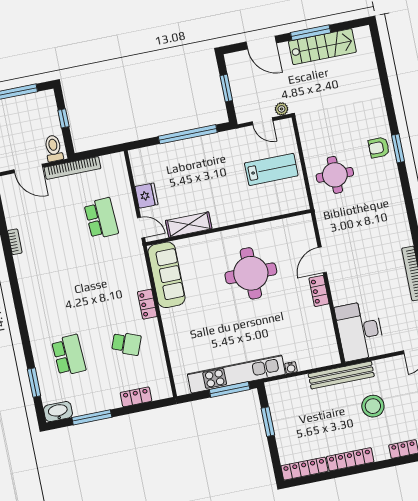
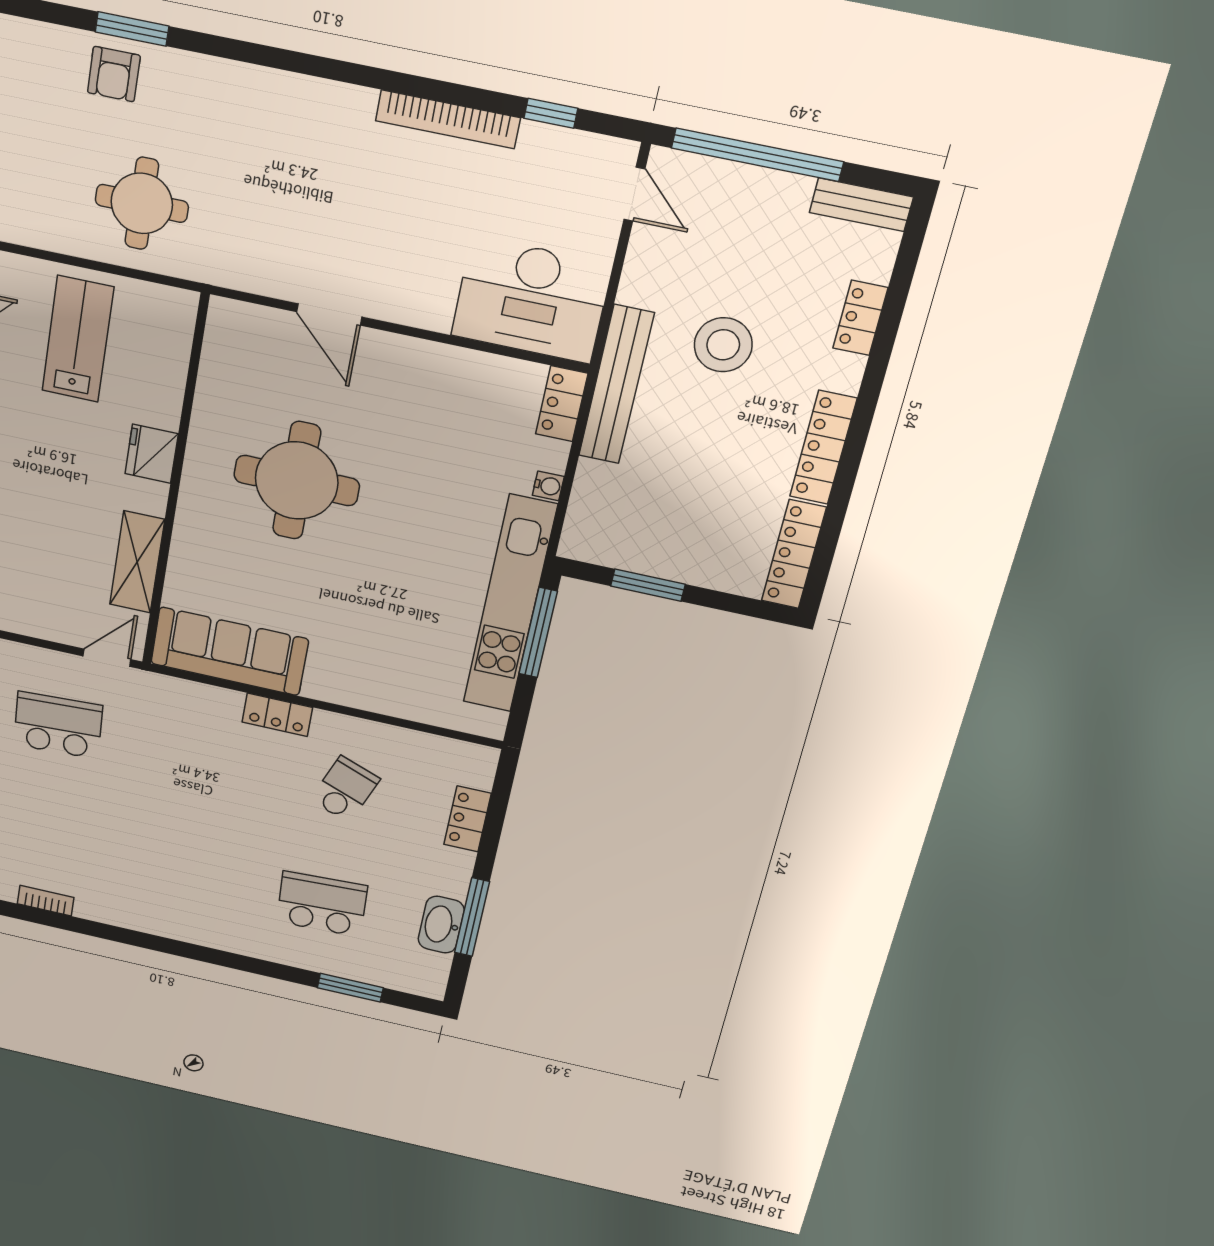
fridge: (146, 196) -> (152, 454), moved, turned -90
locker: (319, 291) -> (562, 404), moved, turned 90
washbasin: (58, 412) -> (441, 925), moved

